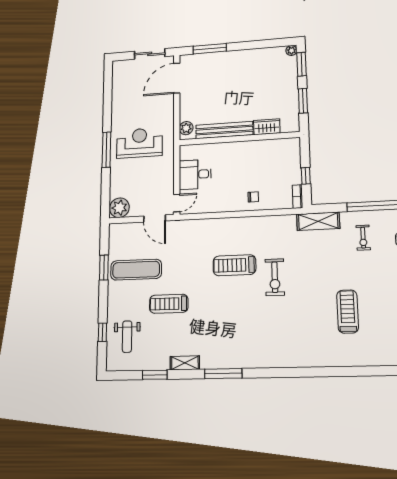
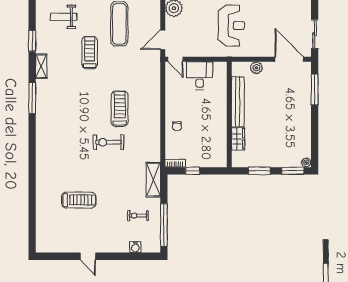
plant: (186, 128) -> (256, 68), moved

